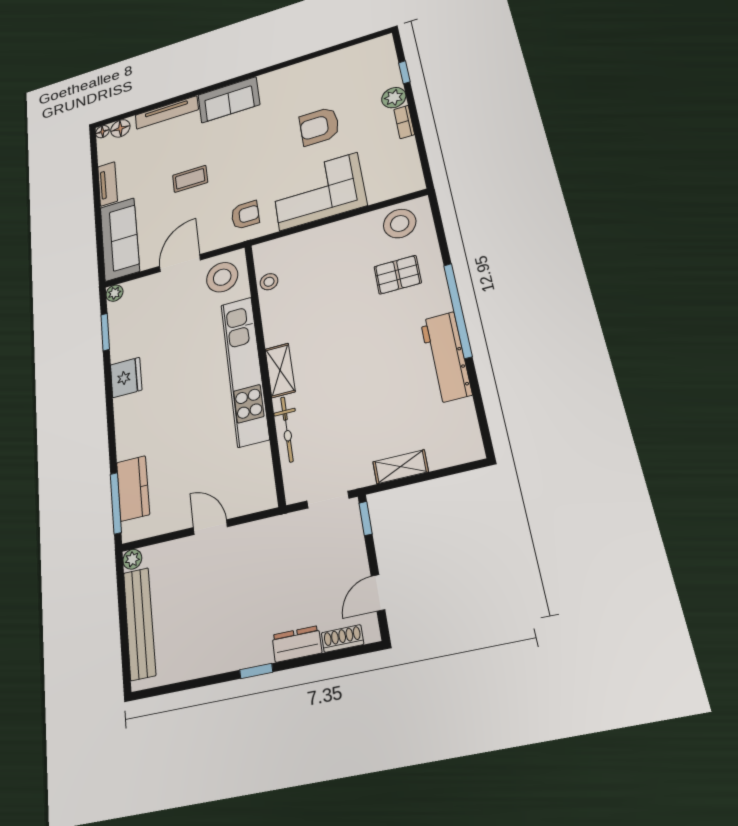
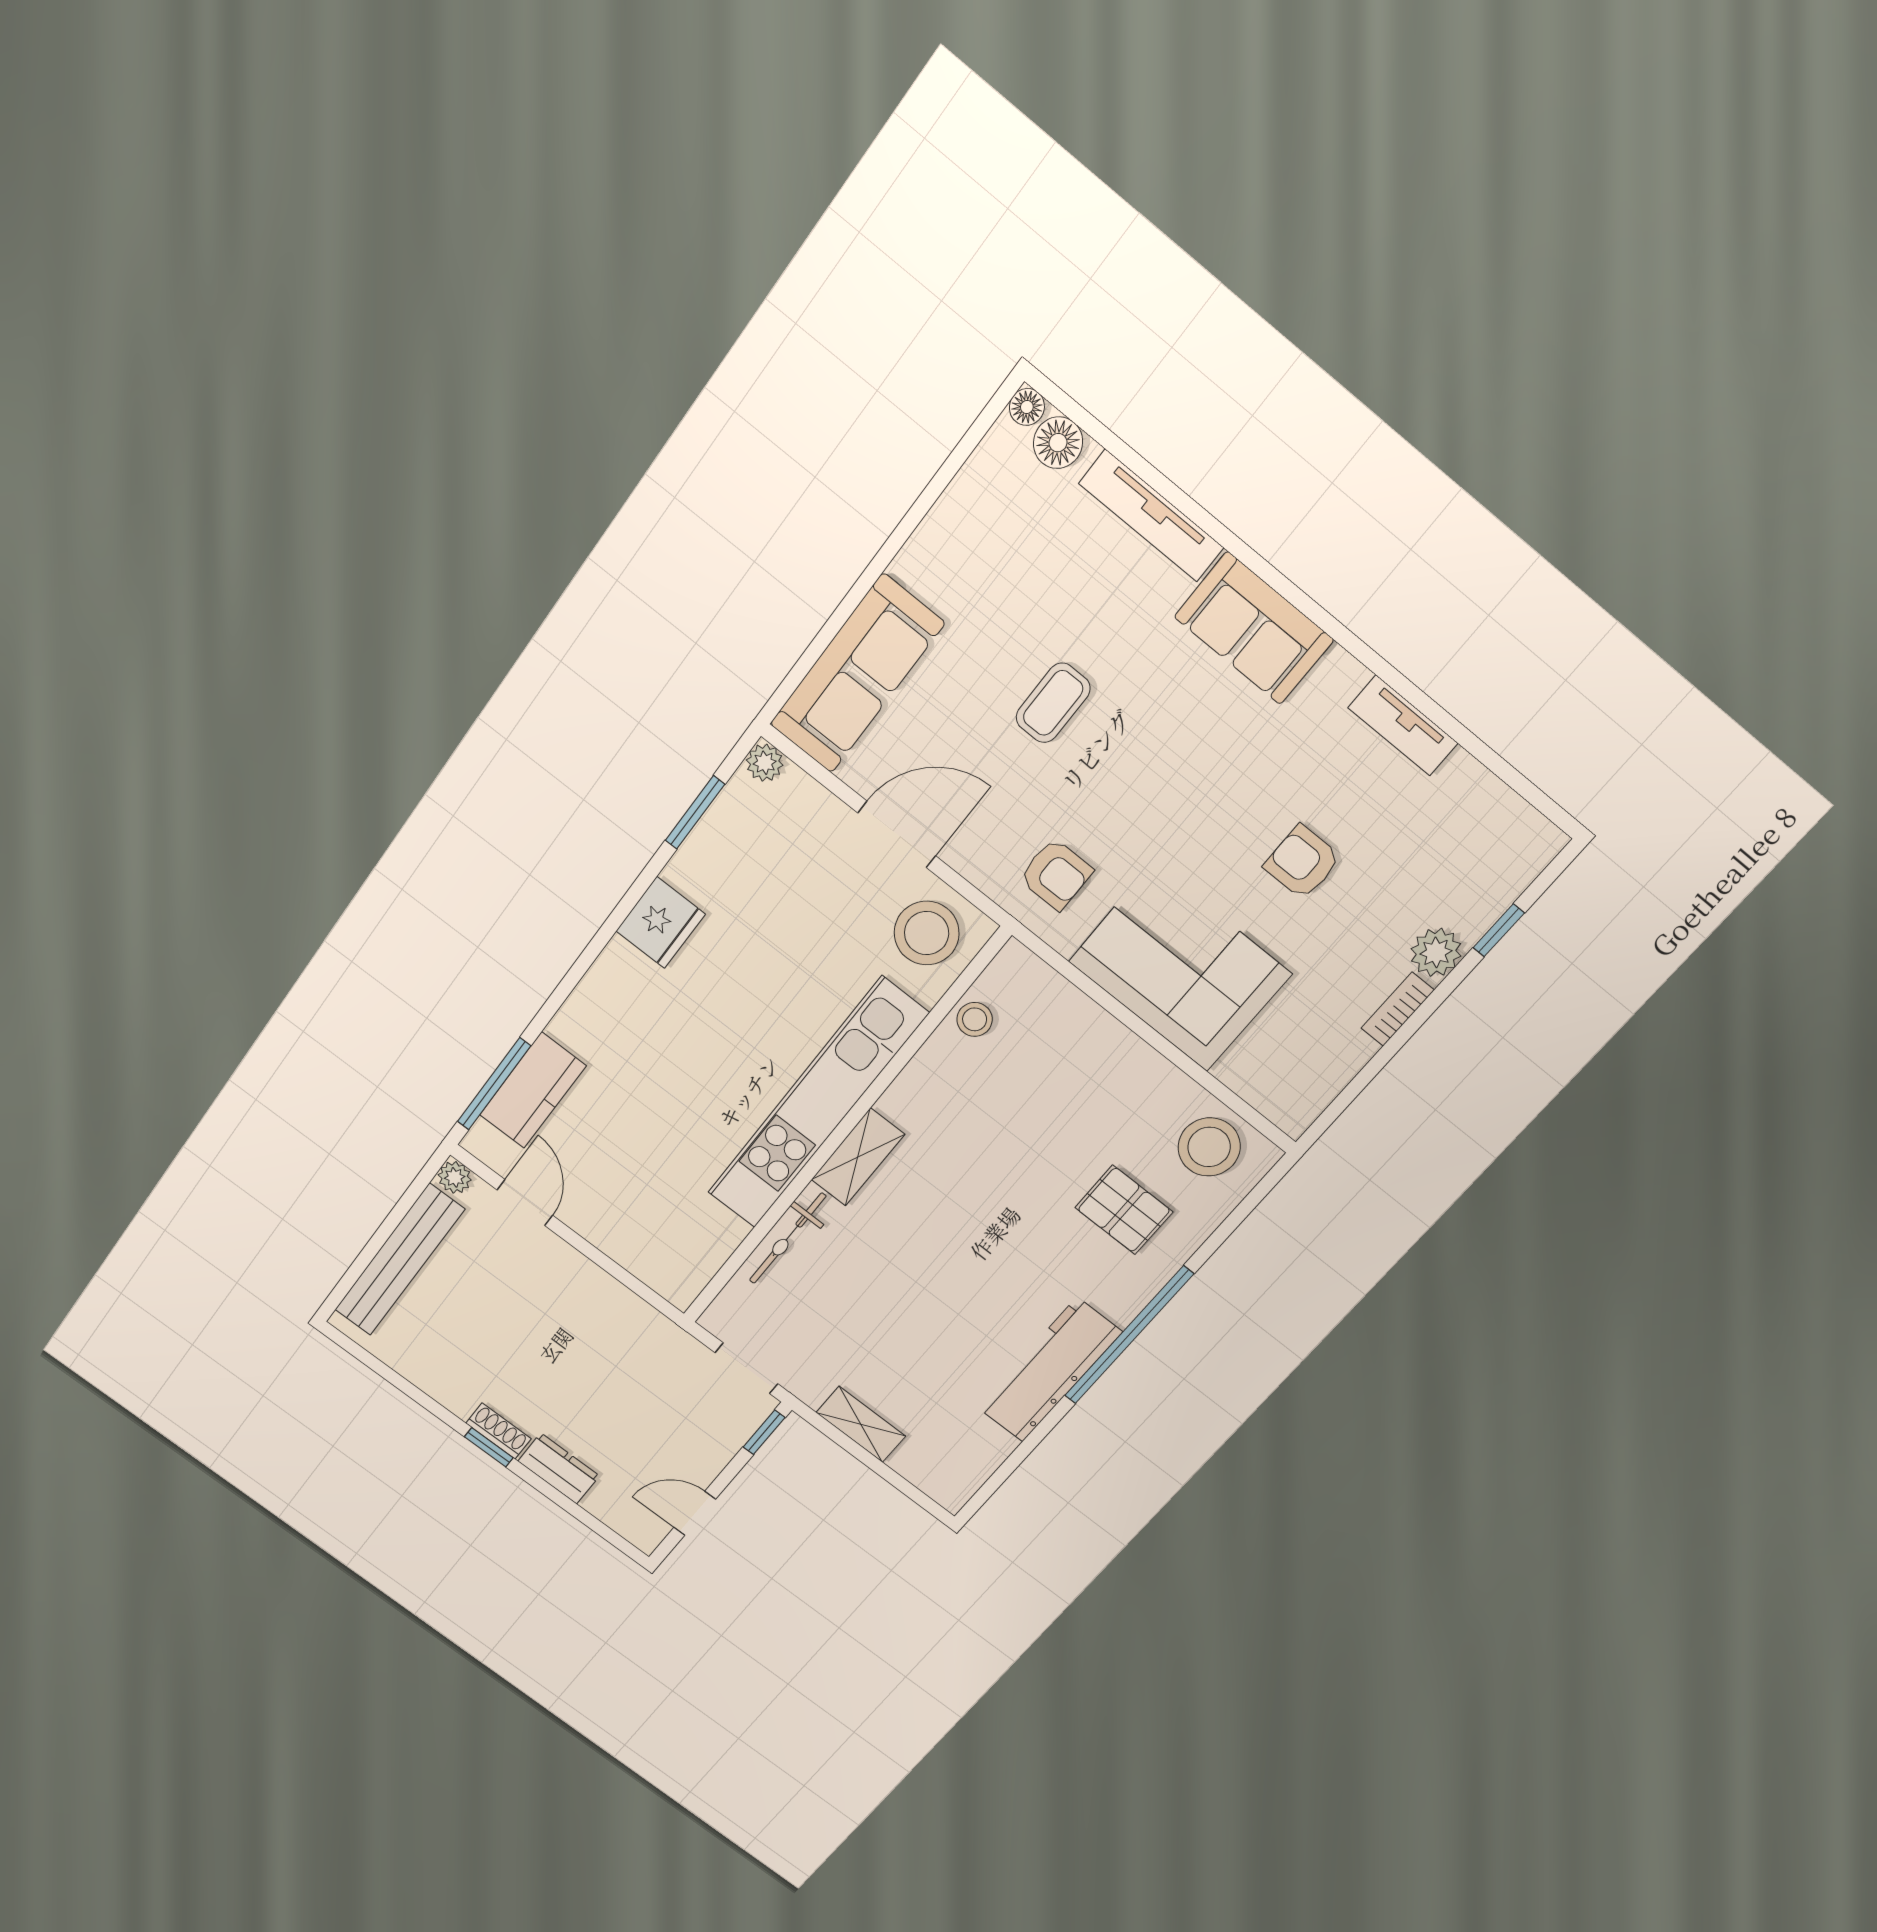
armchair: (319, 126) -> (1302, 862), width x0.72, depth x0.72
coffee table: (190, 179) -> (1053, 703), turned 90
tv unit: (108, 184) -> (1403, 725), moved, turned 90
door: (210, 527) -> (525, 1203), moved
shoe rack: (343, 639) -> (499, 1431), moved

